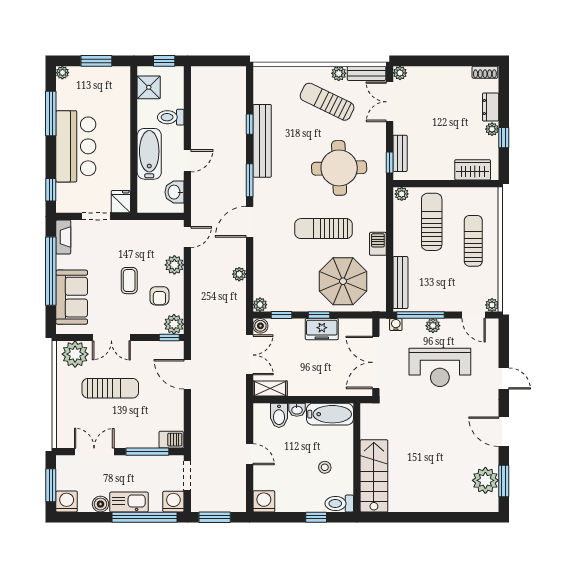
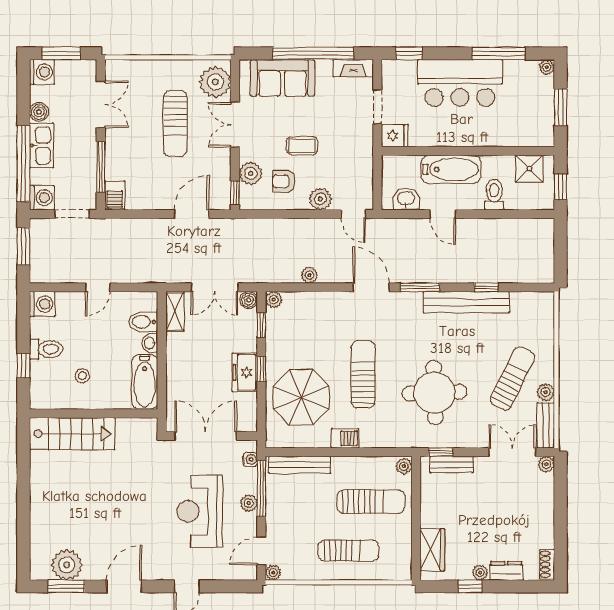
plant: (174, 324) -> (251, 173), moved
toilet: (339, 504) -> (46, 349), moved, turned 90

